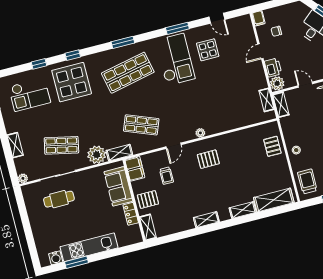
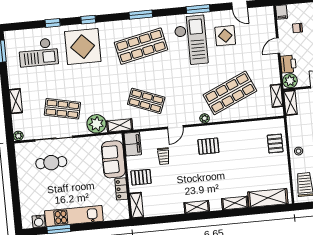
shop shelf: (221, 104) -> (230, 93), added

